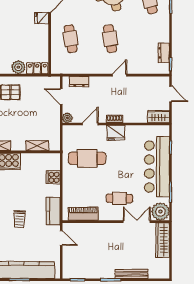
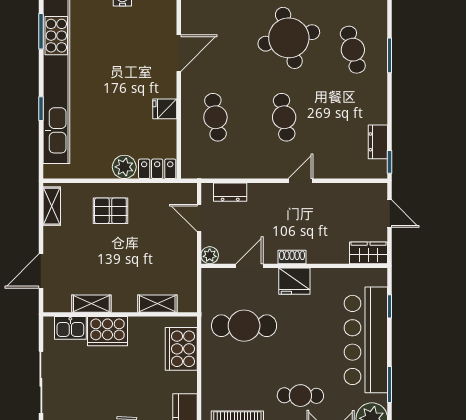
fridge: (42, 18) -> (165, 109), moved
cooker: (53, 177) -> (181, 349), width x1.87, depth x1.31

